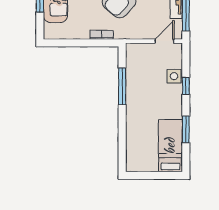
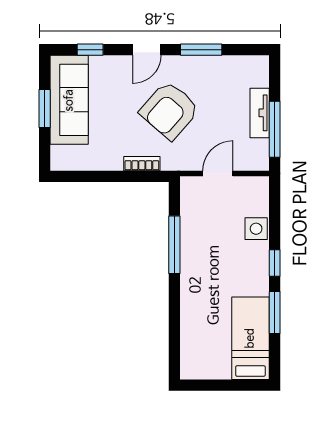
door: (164, 41) -> (218, 173), moved
window: (186, 86) -> (275, 263), moved

